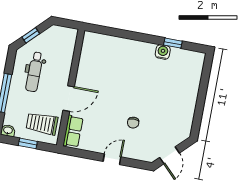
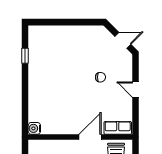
water cooler: (163, 52) -> (34, 128), moved
door: (69, 98) -> (90, 137), hinge flipped

